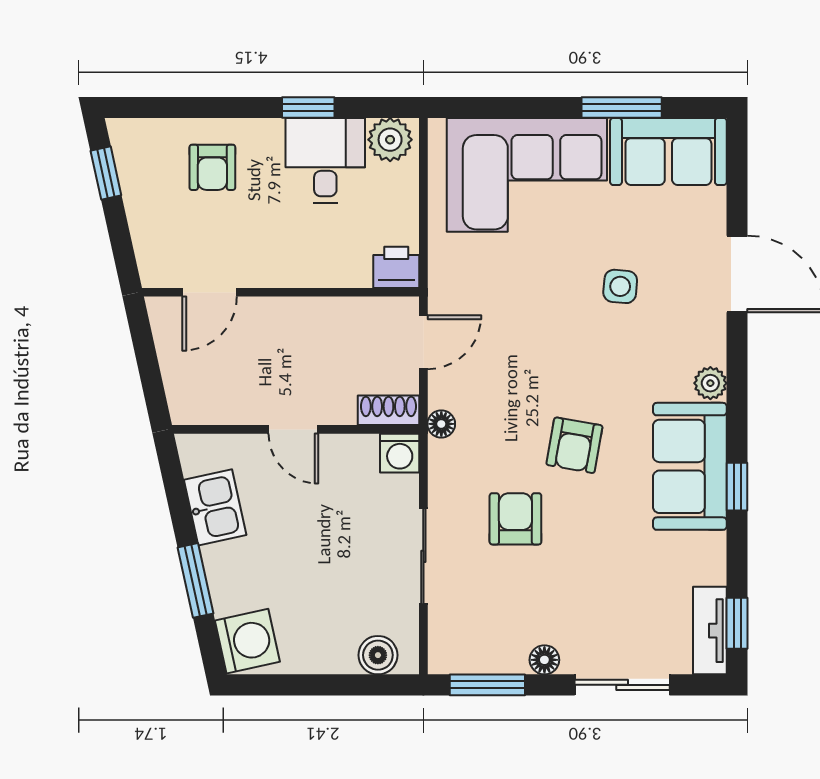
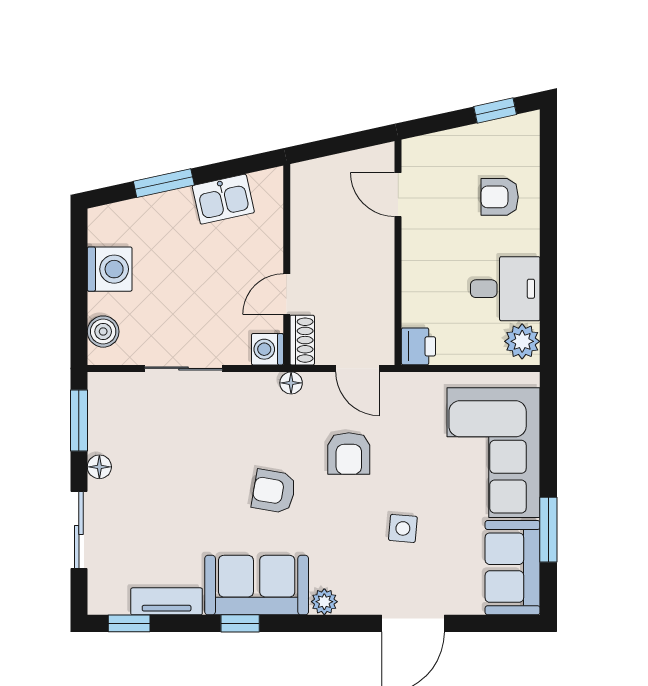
window: (308, 107) -> (548, 275), removed
door: (293, 429) -> (287, 294), moved
armchair: (515, 519) -> (349, 453), moved, turned 90
tv unit: (710, 631) -> (167, 601), moved
washing machine: (247, 641) -> (110, 269), moved, turned -78

